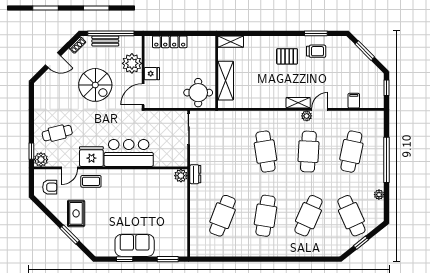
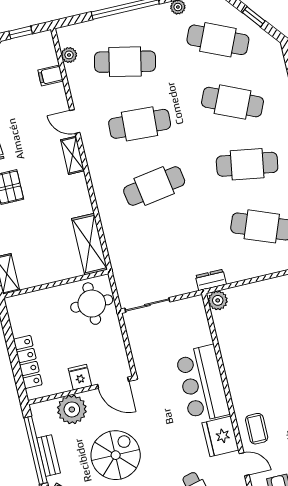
shelving: (226, 81) -> (90, 244), moved, turned 90
plant: (307, 116) -> (69, 55), moved
cafe table: (351, 216) -> (218, 40), turned 48

